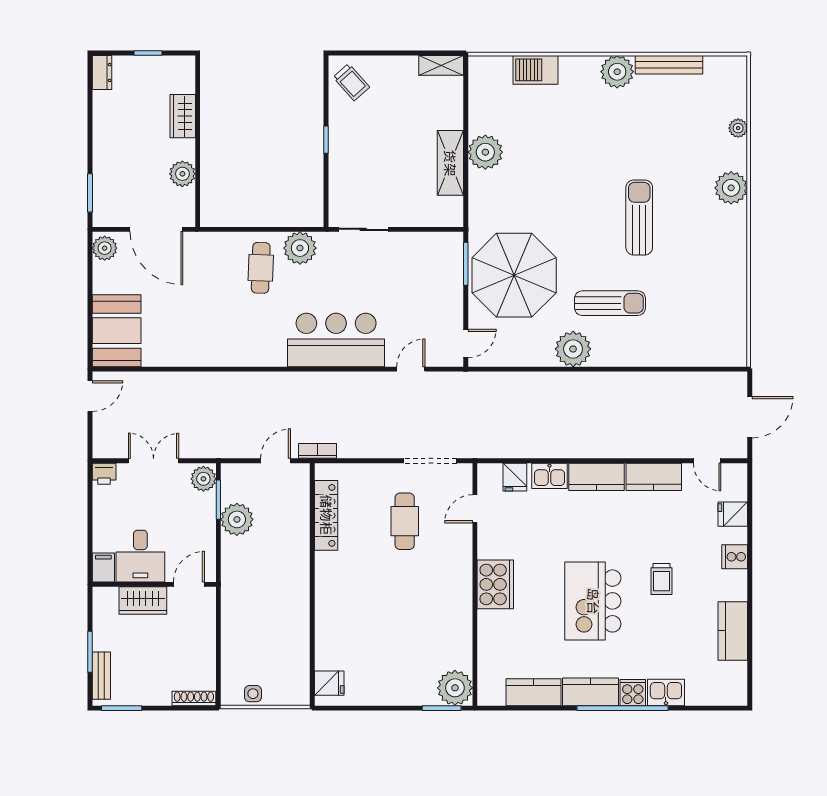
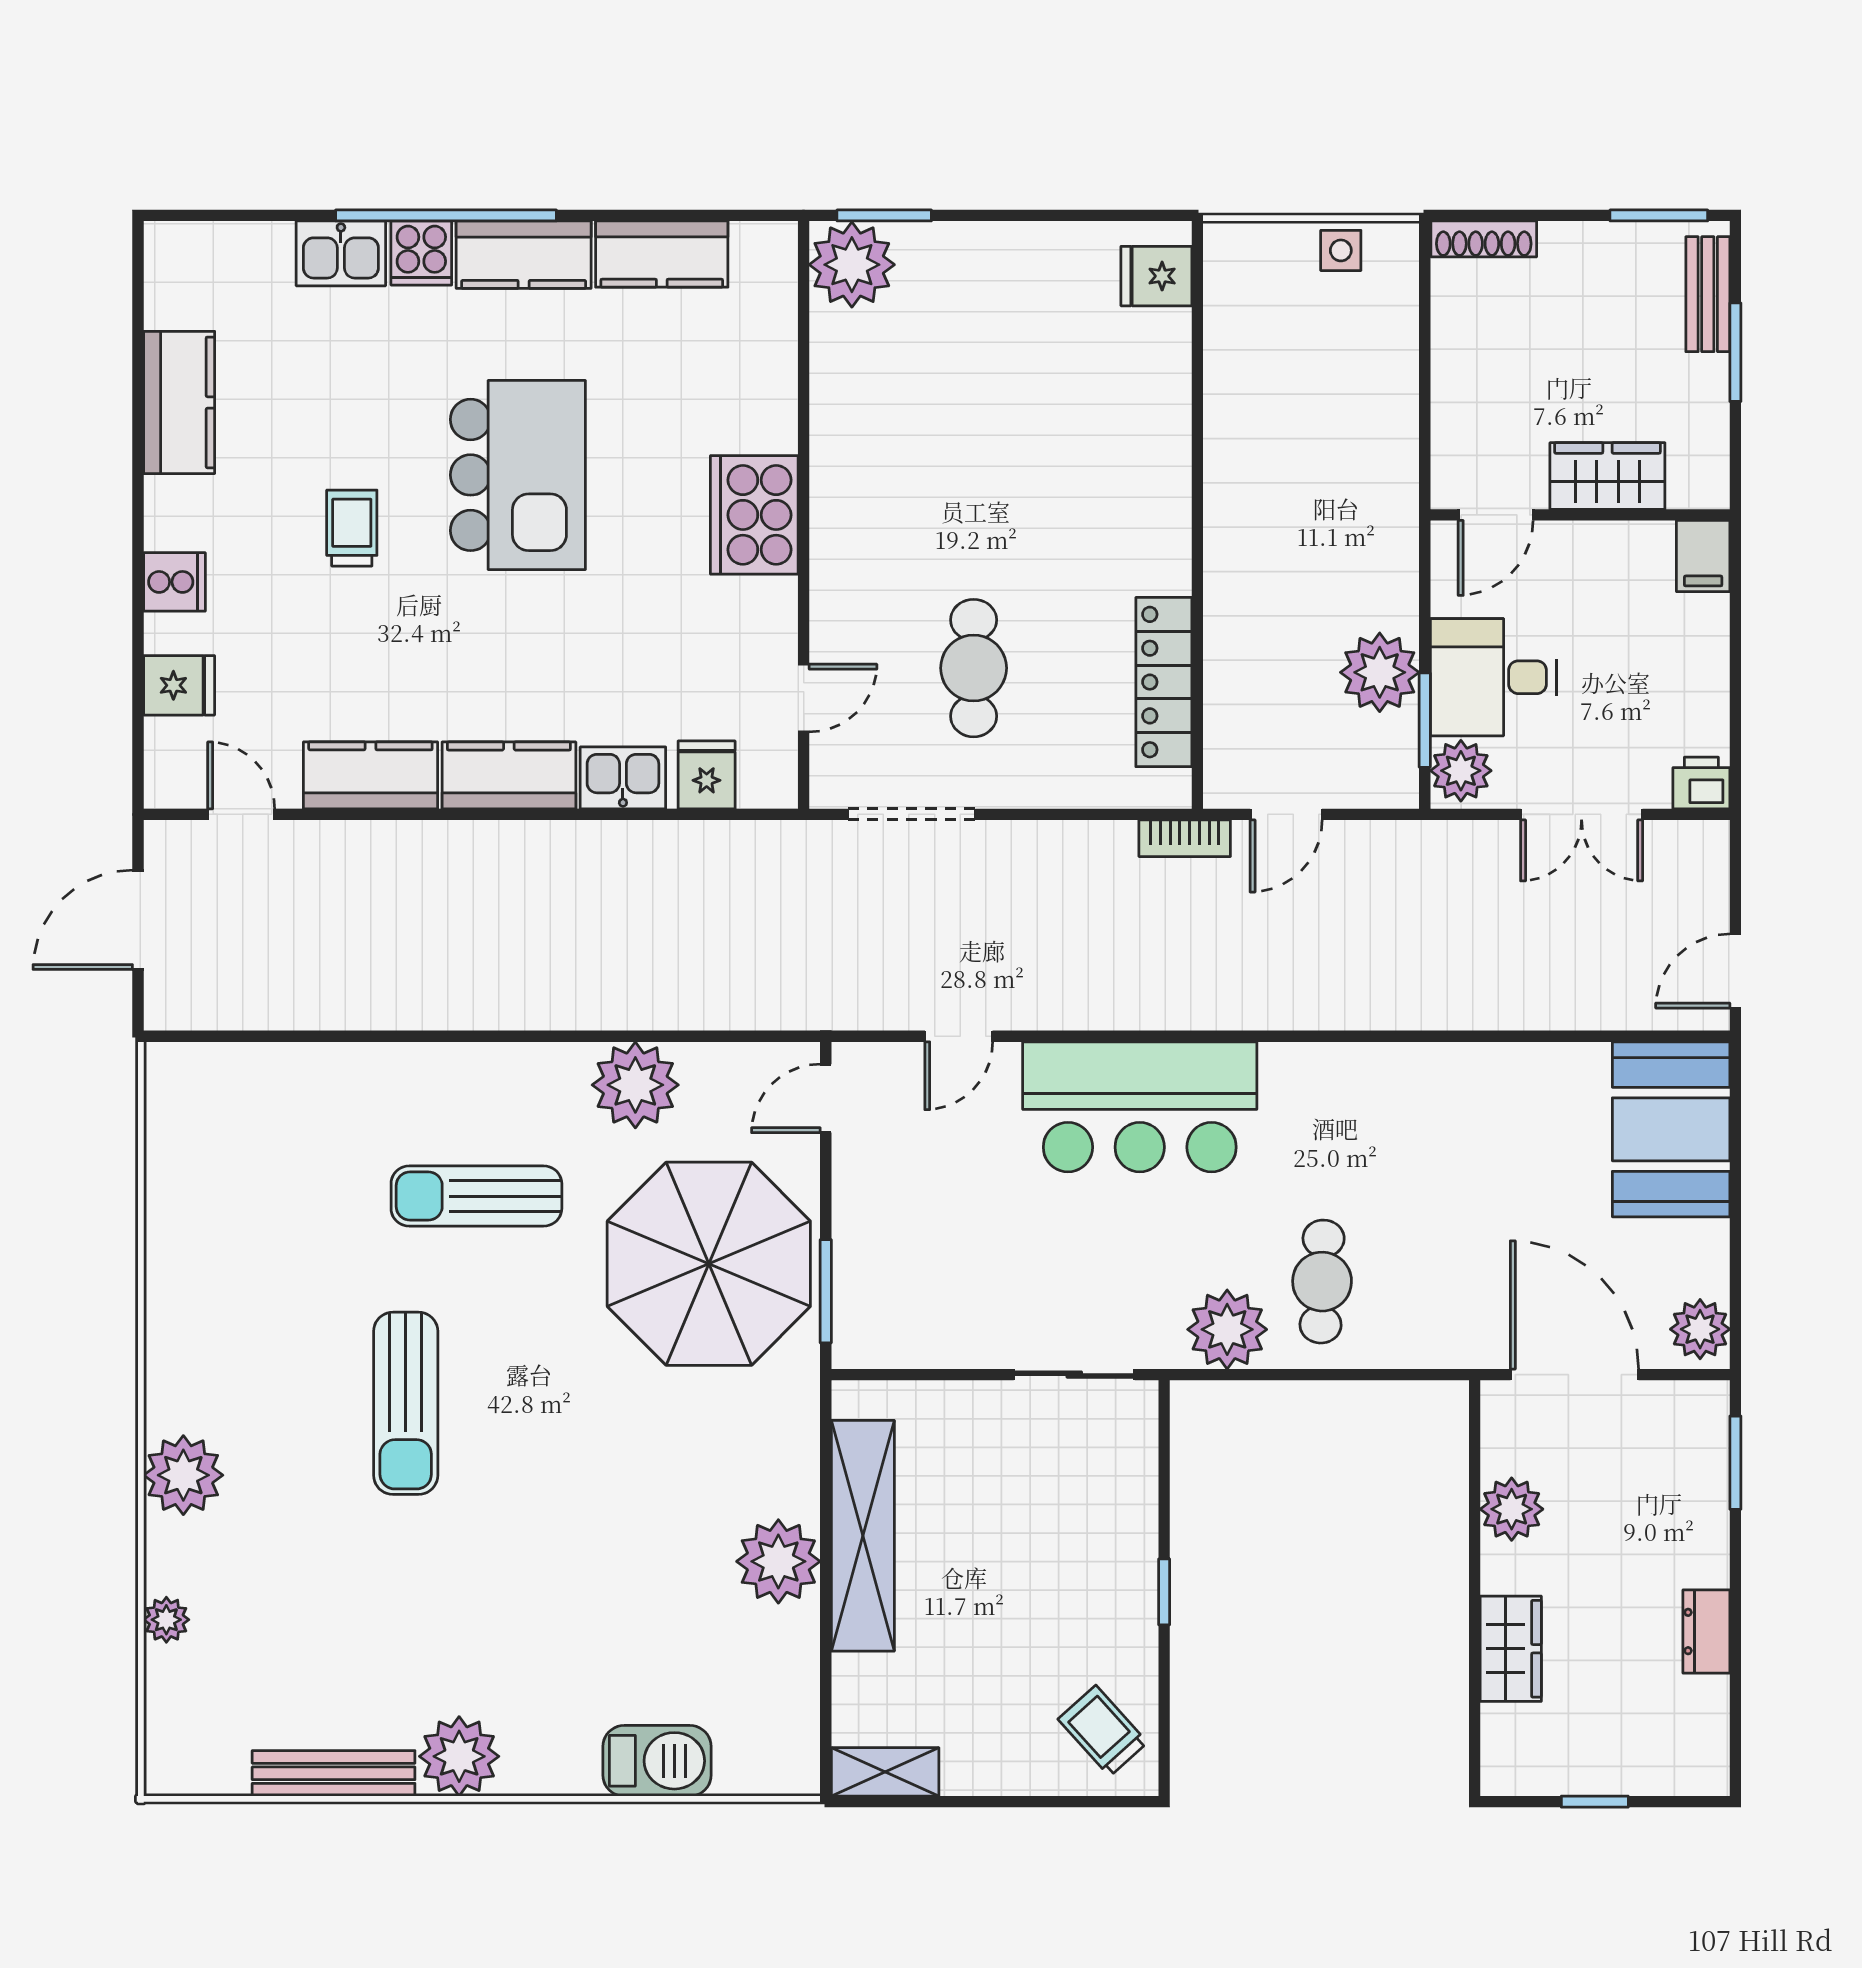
dresser: (102, 72) -> (1706, 1632), moved
shelving: (450, 163) -> (863, 1536), width x1.47
plant: (573, 349) -> (635, 1085), moved
desk: (140, 556) -> (1493, 677), moved, turned -90

